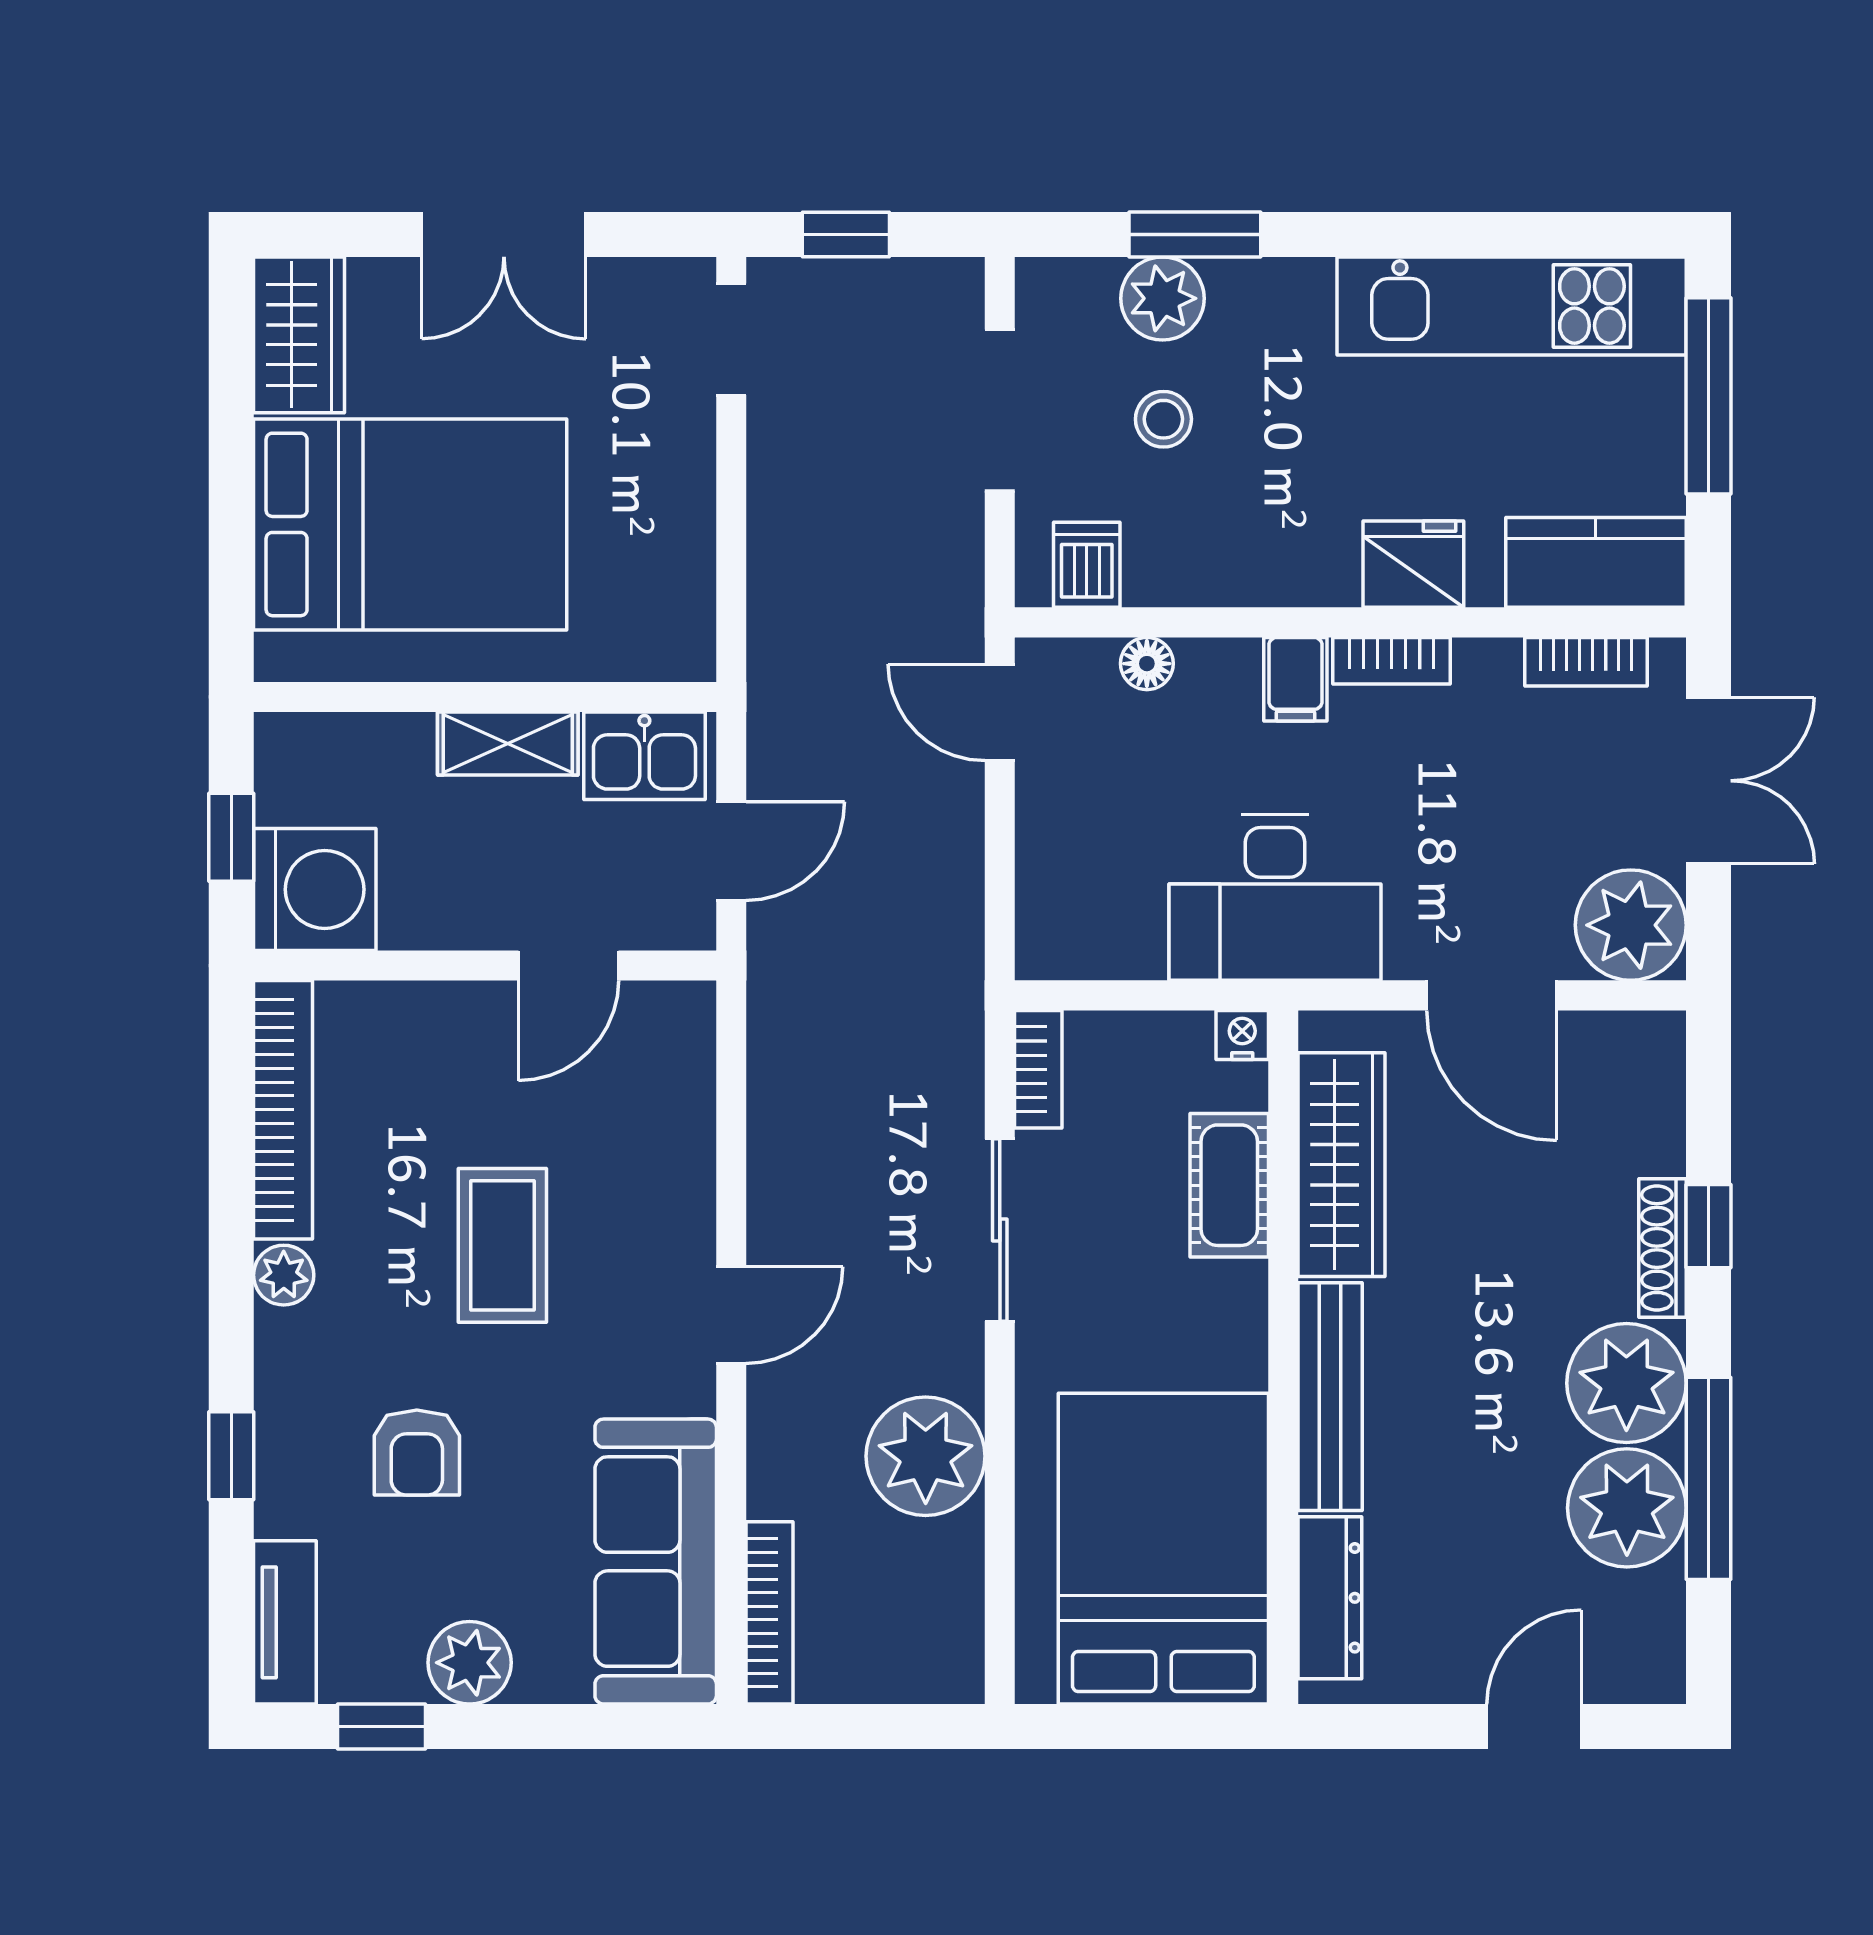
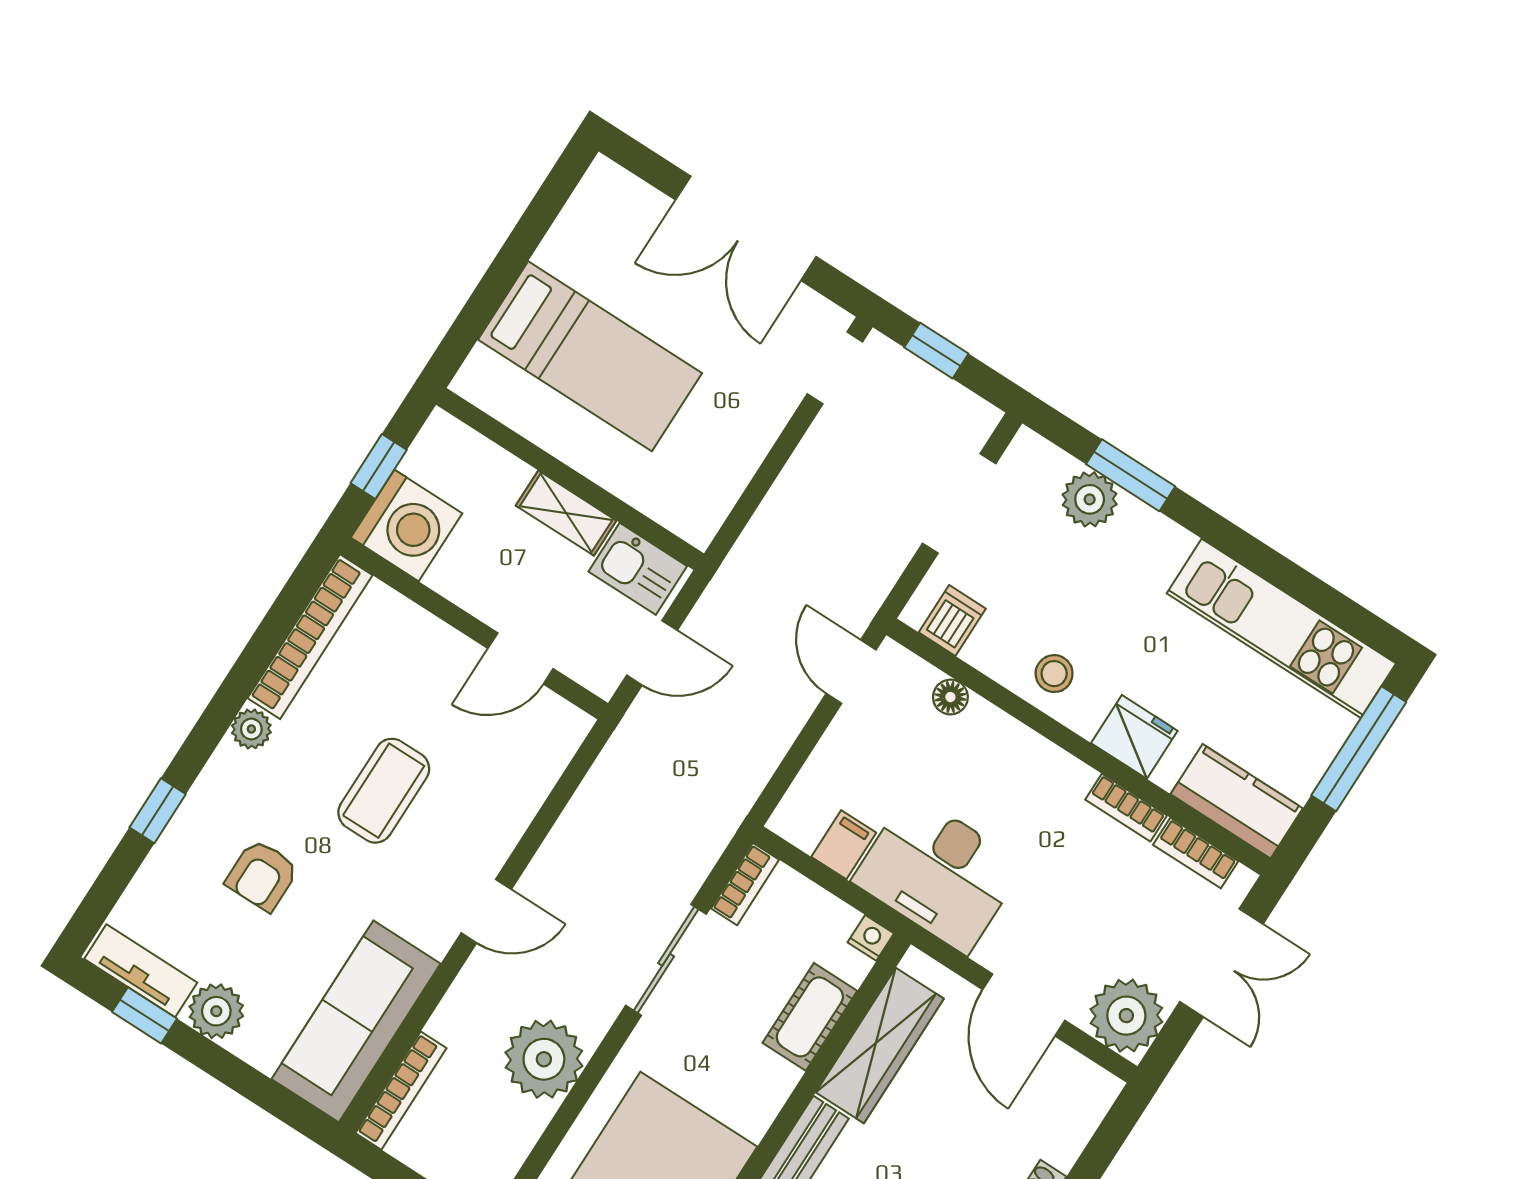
double door: (504, 234) -> (746, 228), width x1.37
wardrobe: (299, 335) -> (596, 211), removed
stool: (1163, 419) -> (1054, 674), moved
bed: (410, 524) -> (590, 356), width x0.67
bookcase: (1392, 661) -> (1126, 808), moved
filing cabinet: (1295, 679) -> (844, 845), moved, turned 180
tv unit: (285, 1622) -> (141, 971), moved, turned -90

